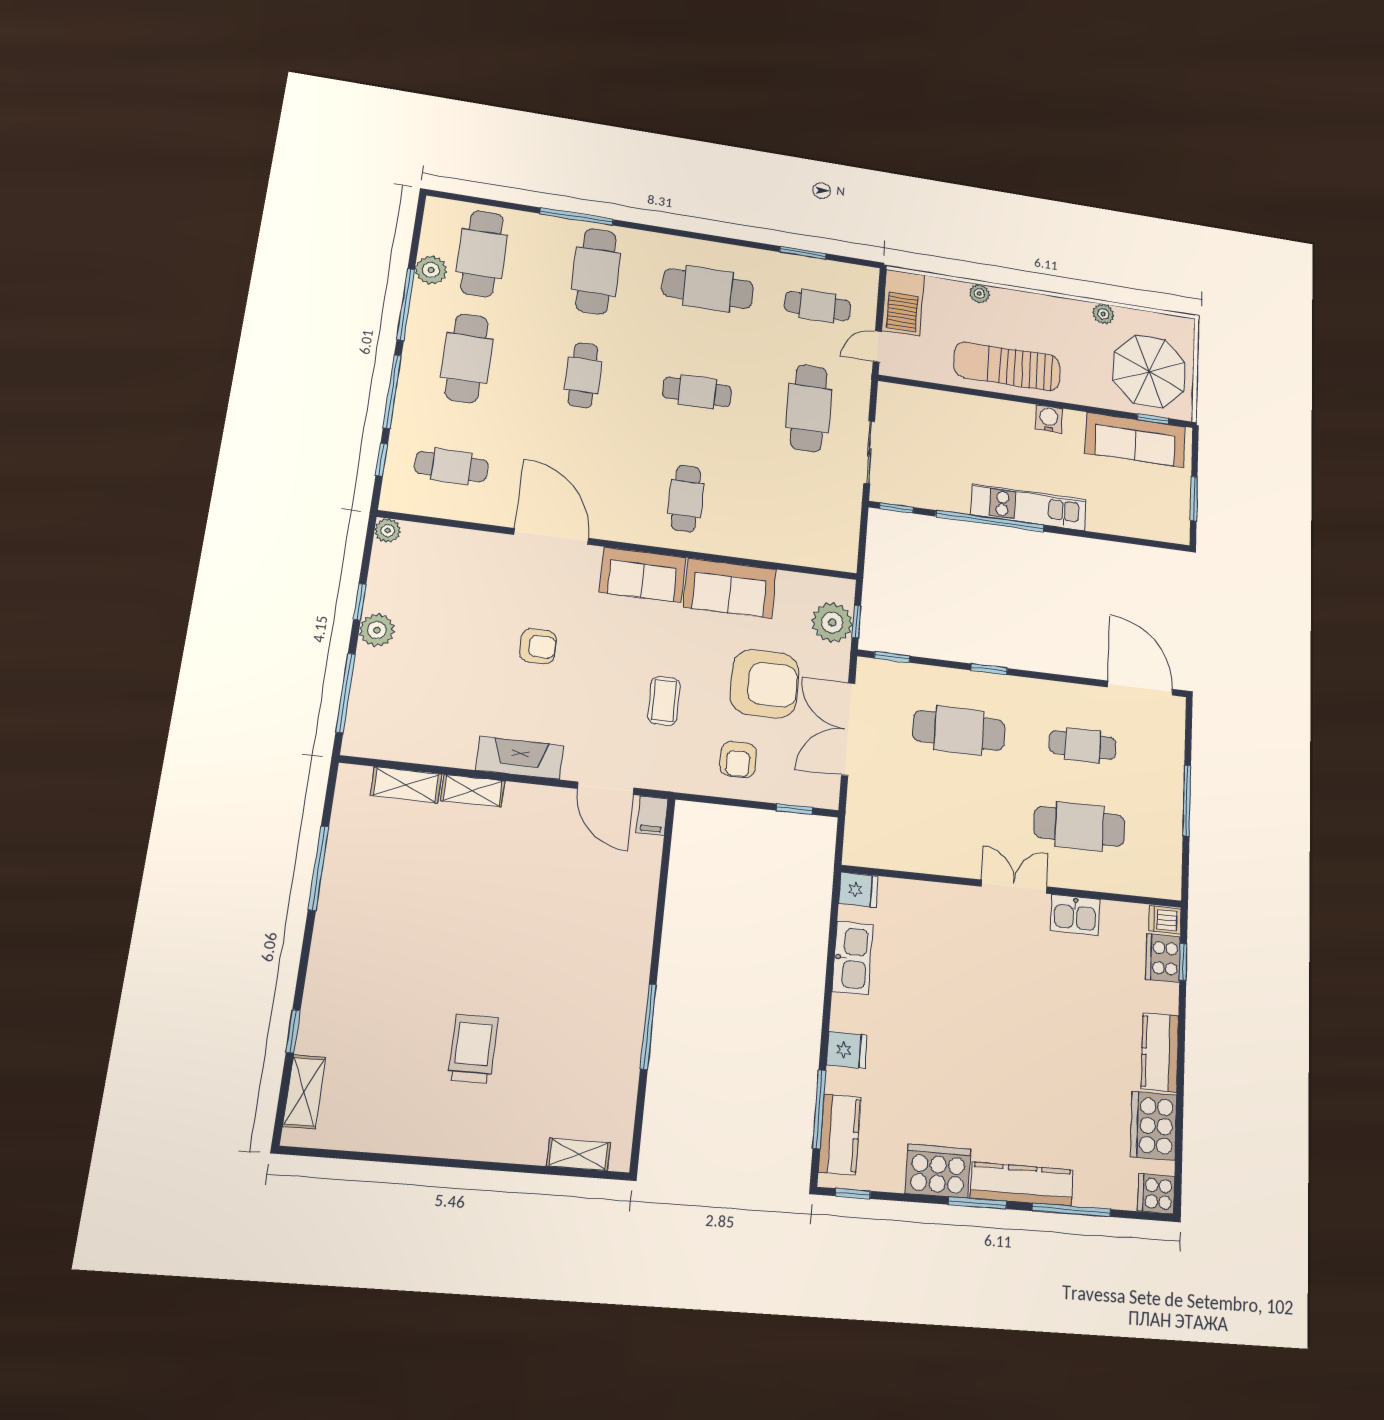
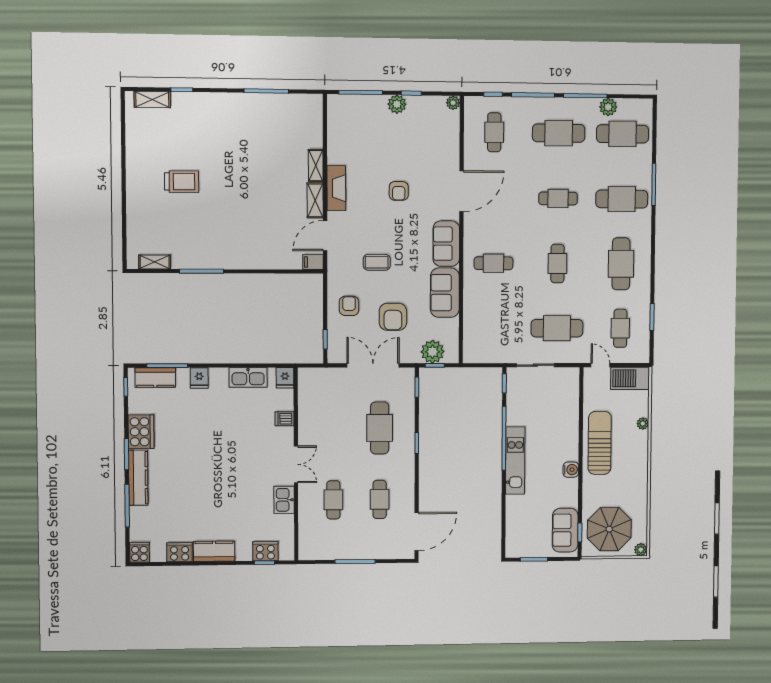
plant: (1103, 314) -> (641, 550), moved
sofa: (1135, 440) -> (565, 530), width x0.73
armchair: (765, 684) -> (393, 317), width x0.73, depth x0.73
armchair: (738, 759) -> (349, 306), turned 90
shelving: (406, 785) -> (315, 200), moved
cafe table: (1079, 826) -> (333, 500), width x0.73, depth x0.74
dishwasher: (1165, 920) -> (284, 419), moved, turned -90
cooker: (1154, 1126) -> (180, 552), width x0.73, depth x0.76
shelving: (579, 1154) -> (155, 262), moved, turned 90

